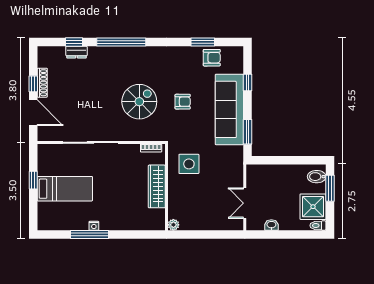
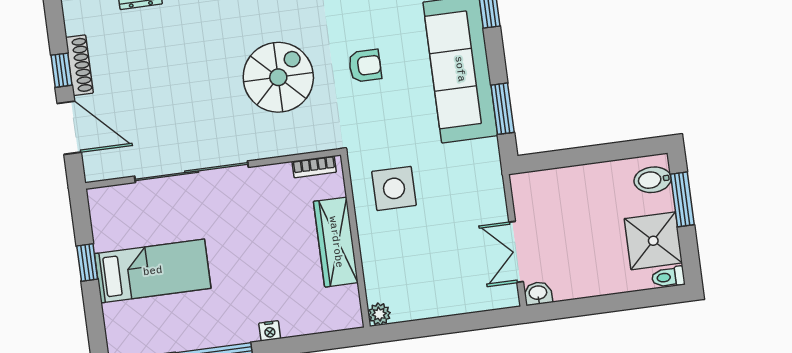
washbasin: (271, 225) -> (538, 293), moved
nightstand: (94, 226) -> (270, 331), moved

